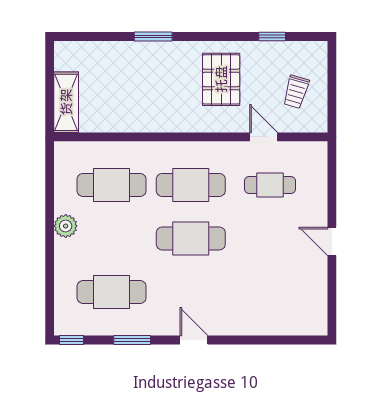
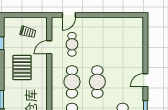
pallet: (221, 79) -> (22, 67), turned 90
door: (332, 241) -> (69, 15), moved

